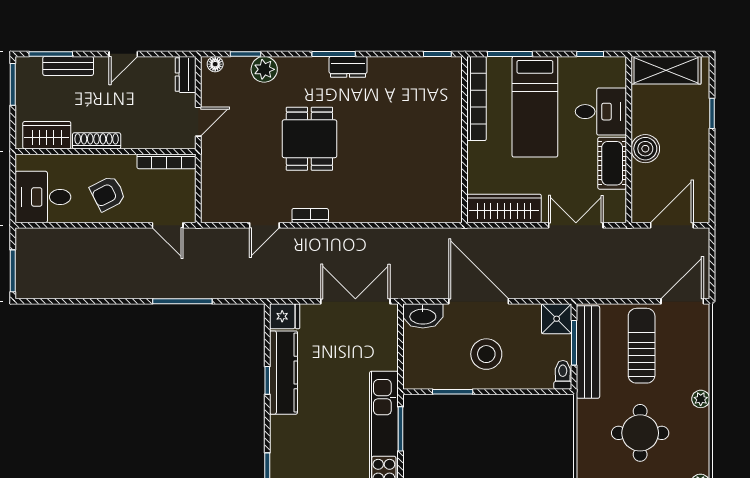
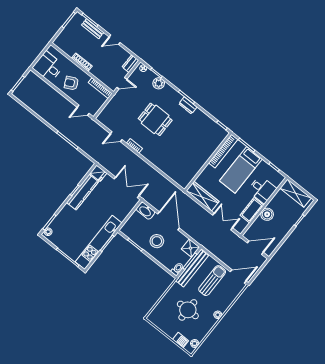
wardrobe: (47, 135) -> (66, 47), removed
dining table: (309, 139) -> (155, 119), turned 90
door: (168, 225) -> (83, 110), hinge flipped

